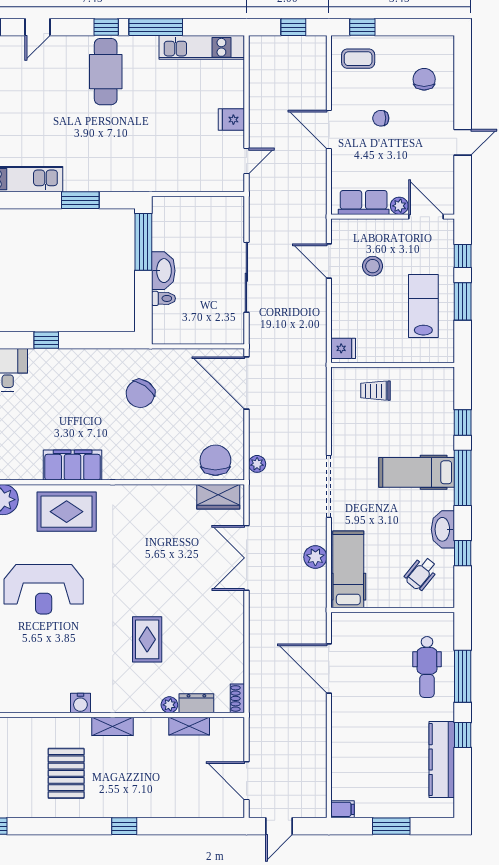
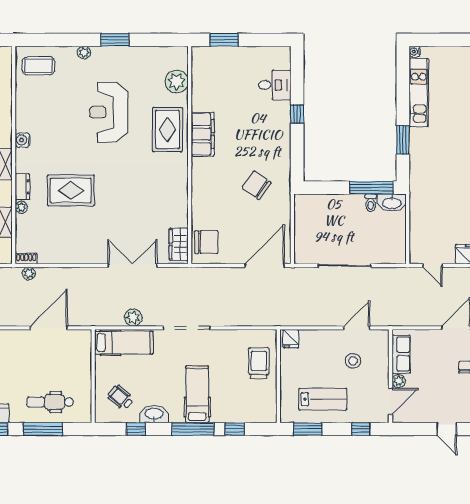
washbasin: (163, 271) -> (392, 203), moved
toilet: (164, 298) -> (371, 203), moved
window: (463, 301) -> (308, 429), moved
trolley: (376, 391) -> (259, 363), width x1.36, depth x1.39
plant: (257, 464) -> (29, 274), moved
rug: (147, 639) -> (71, 190), width x1.36, depth x1.43
dresser: (196, 703) -> (23, 187), moved

